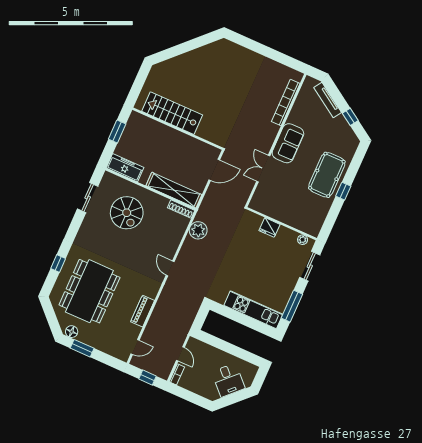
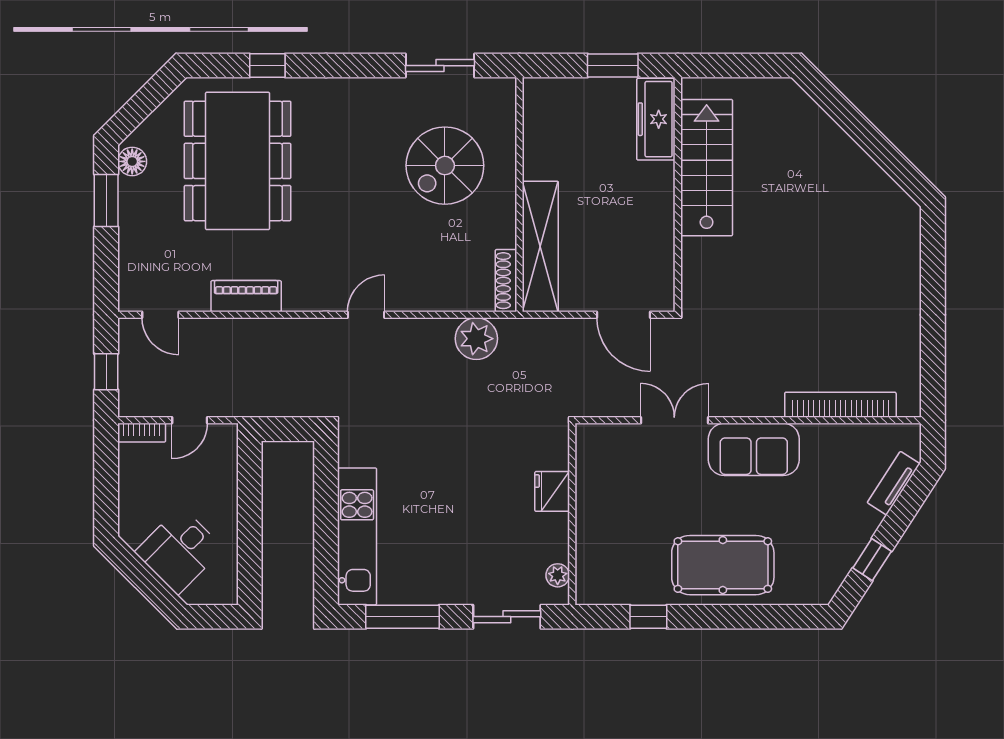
tv unit: (328, 100) -> (894, 483), width x0.71
freezer: (125, 168) -> (656, 119), moved, turned 180
window: (343, 191) -> (648, 617), moved
dining table: (89, 291) -> (238, 161), turned 90

